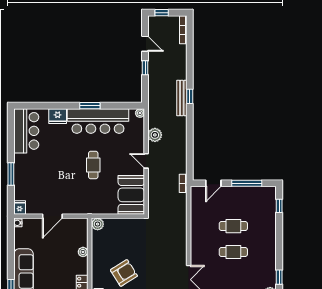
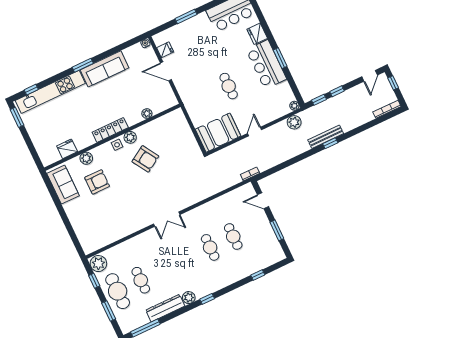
door: (145, 44) -> (370, 76), moved
window: (145, 88) -> (319, 100), added
bar counter: (98, 121) -> (266, 64), width x0.73
plant: (155, 135) -> (294, 122), moved
cafe table: (93, 165) -> (229, 86), turned 90
window: (247, 183) -> (277, 230), width x0.69
window: (279, 206) -> (258, 275), moved
fridge: (20, 208) -> (165, 50), moved
plant: (98, 224) -> (130, 137), moved

